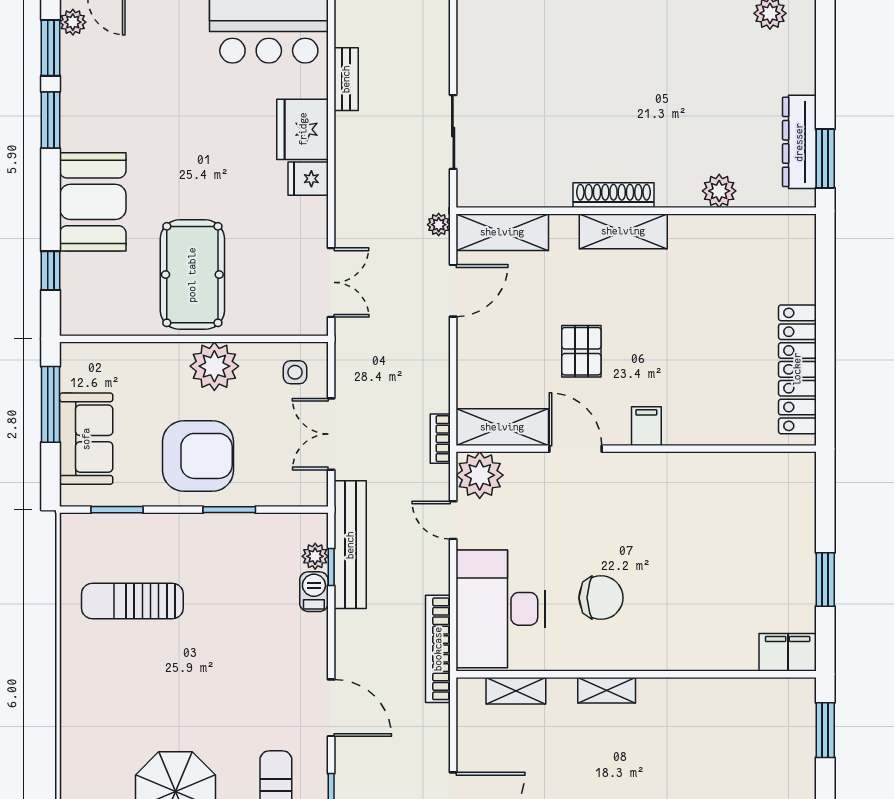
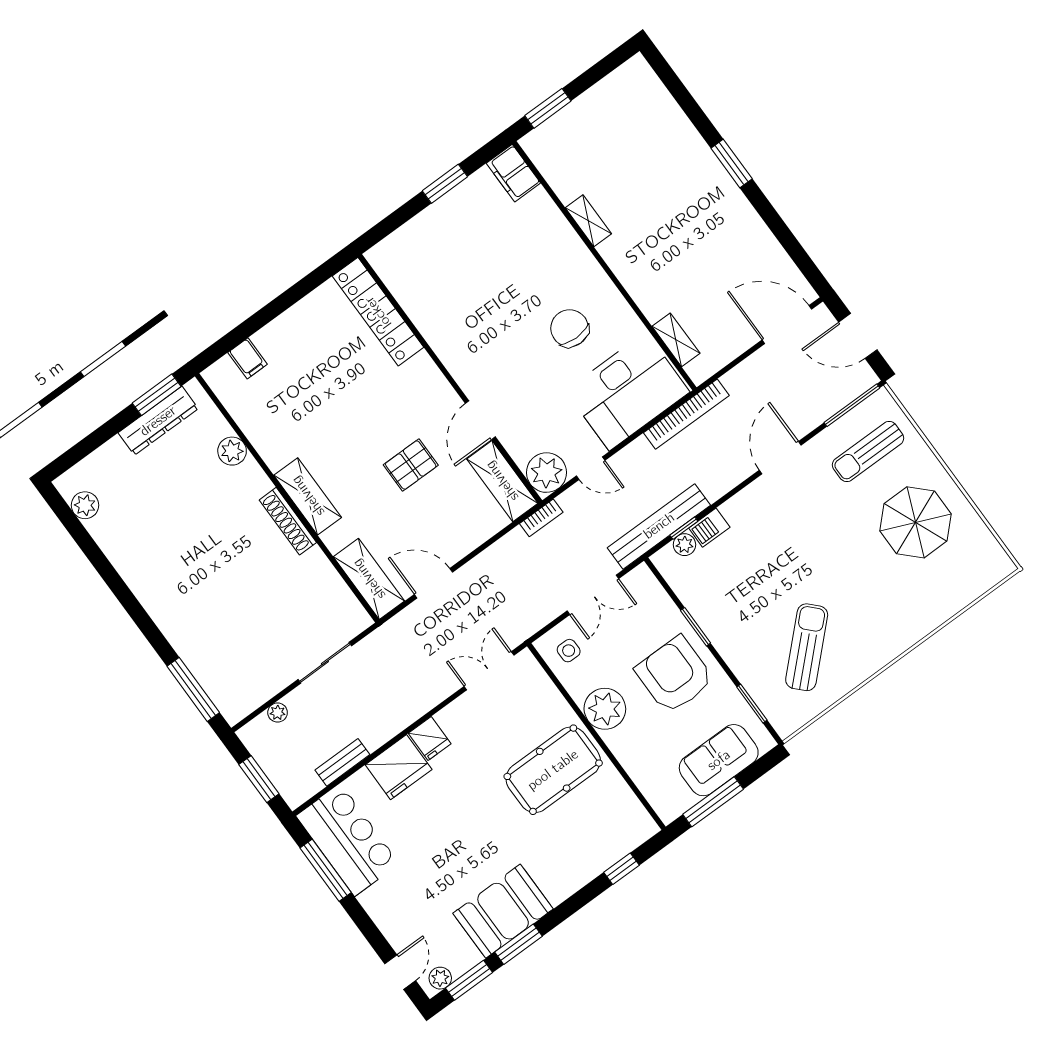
booth: (93, 202) -> (503, 911), moved
plant: (439, 225) -> (278, 713), moved
locker: (797, 369) -> (378, 312), moved, turned 90
filing cabinet: (646, 426) -> (248, 358), moved, turned -90
door: (453, 520) -> (591, 468), hinge flipped
sun lounger: (132, 601) -> (807, 647), turned -134
shelving: (607, 690) -> (588, 221), moved

